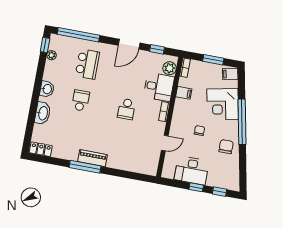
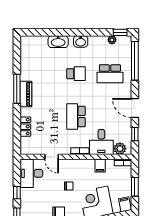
school desk: (126, 109) -> (76, 117), width x1.85
locker: (41, 149) -> (25, 127), moved
desk: (192, 170) -> (31, 173), moved

